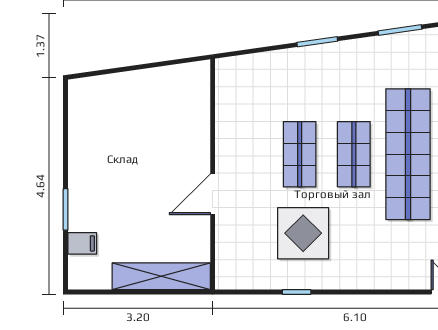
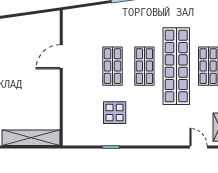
door: (213, 194) -> (61, 57), moved
display table: (303, 233) -> (115, 113), width x0.73, depth x0.73

